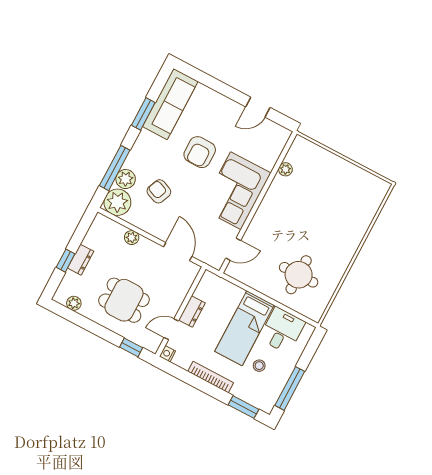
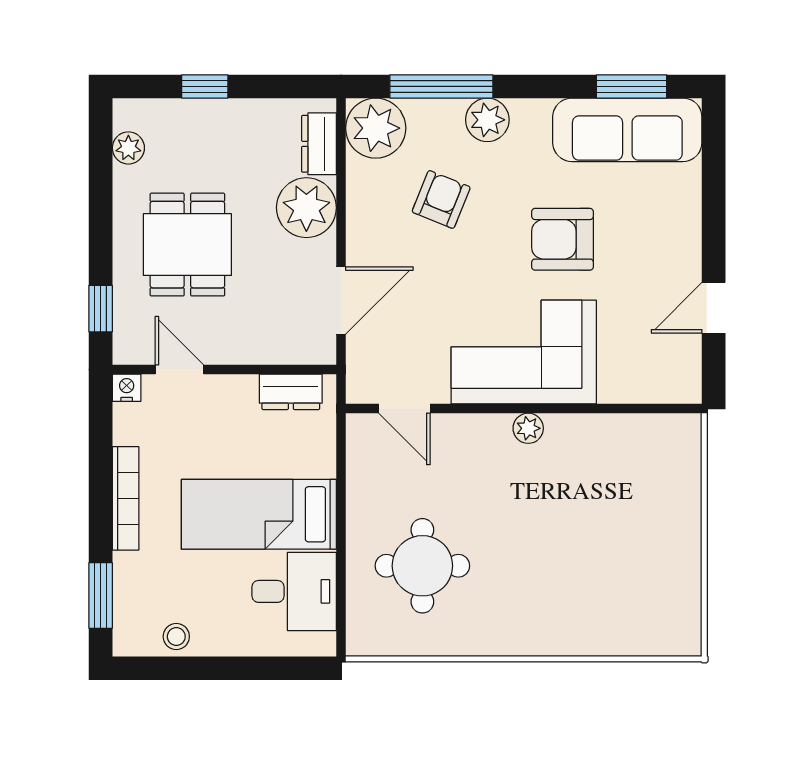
door: (258, 107) -> (714, 308), hinge flipped
window: (143, 114) -> (632, 86), moved
plant: (285, 169) -> (528, 428), moved
plant: (126, 179) -> (487, 120), moved
plant: (132, 238) -> (306, 208), width x1.88, depth x1.88
dresser: (81, 260) -> (319, 144), moved, turned 90
dresser: (192, 312) -> (291, 392), moved
stool: (259, 366) -> (176, 637), moved
window: (290, 388) -> (187, 668), removed

